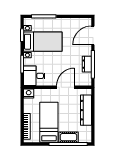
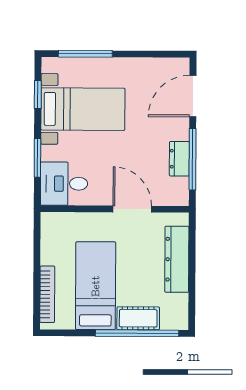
door: (65, 87) -> (132, 209), hinge flipped
nightstand: (29, 93) -> (52, 222), removed

